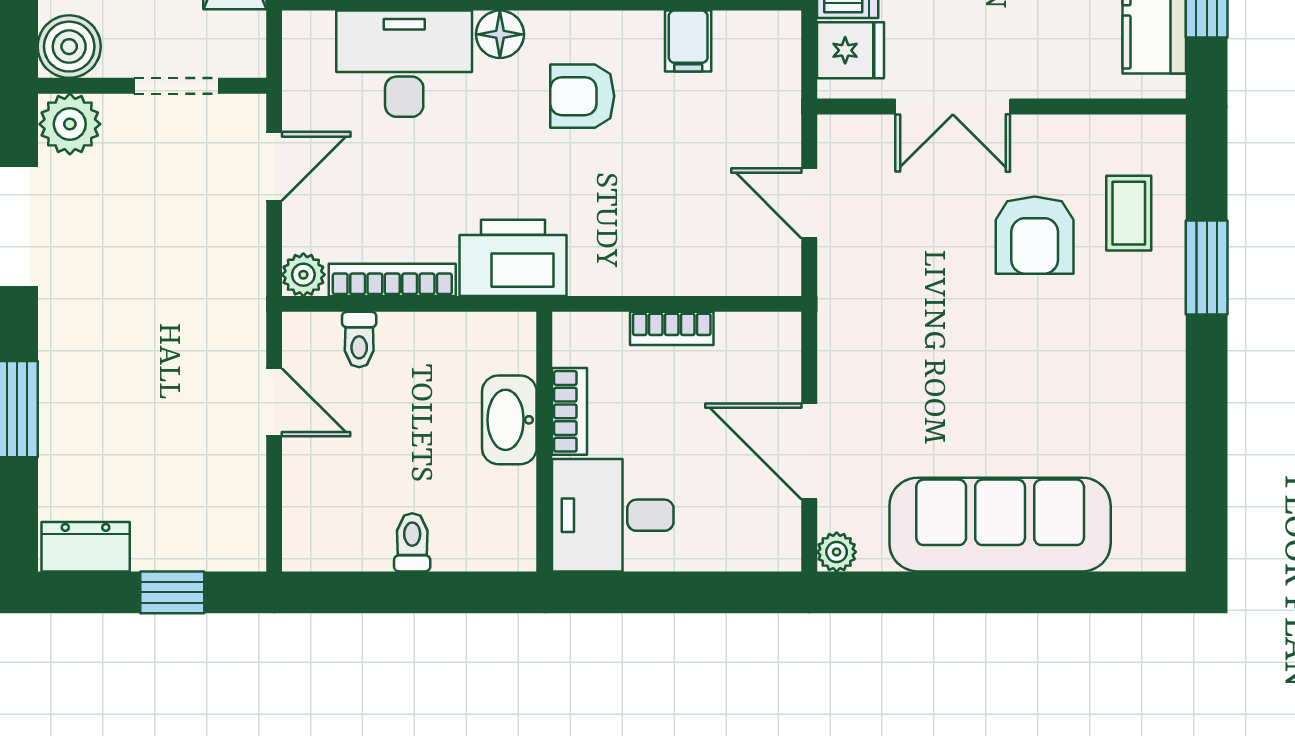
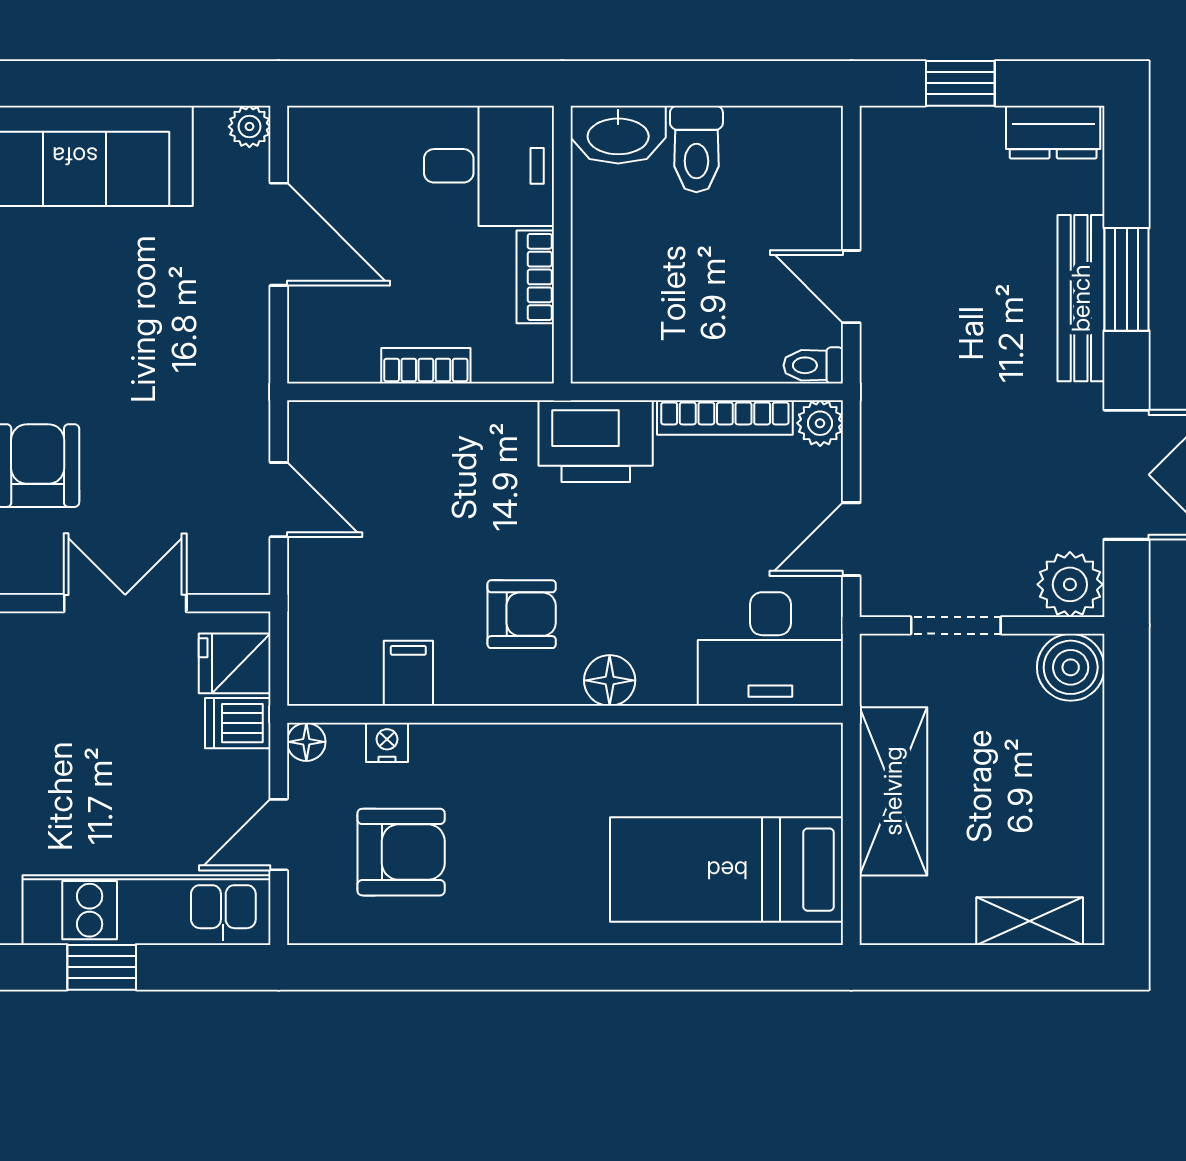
desk: (404, 64) -> (770, 649), moved
toilet: (359, 340) -> (813, 365), moved, turned -90
bench: (60, 392) -> (1081, 298), added
washbasin: (509, 420) -> (618, 135), moved, turned 90
toilet: (412, 542) -> (696, 149), width x1.37, depth x1.39

